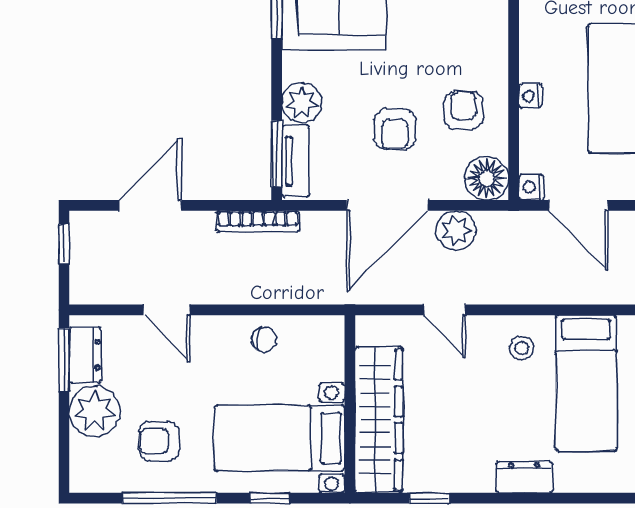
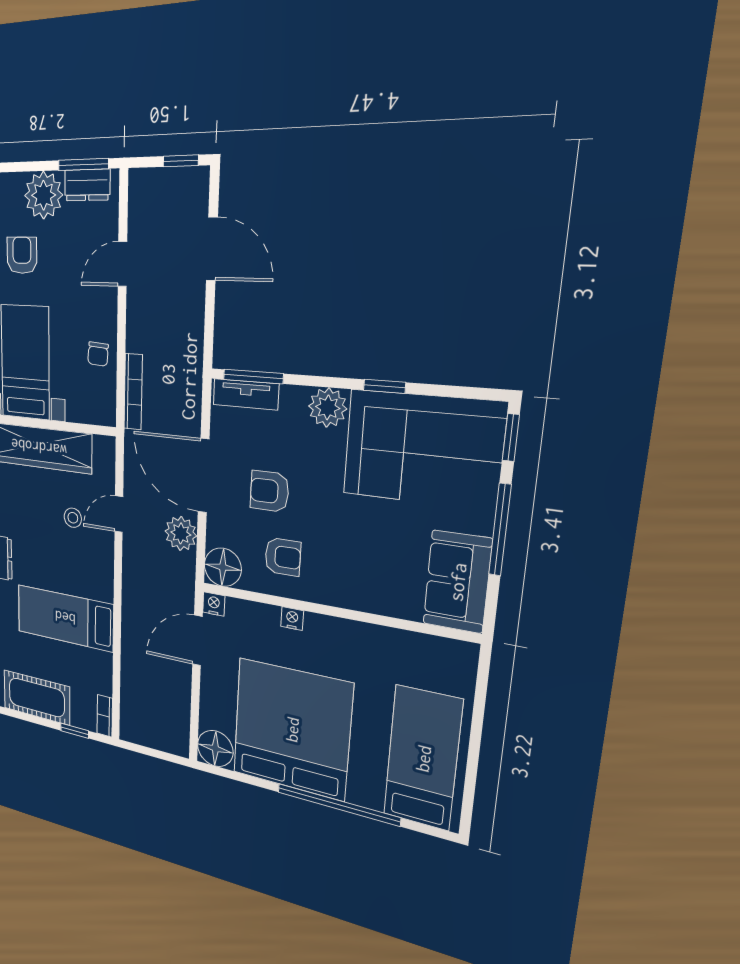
plant: (302, 102) -> (328, 407), moved
bookcase: (258, 221) -> (133, 392), moved, turned 180
stool: (522, 348) -> (73, 518), moved

